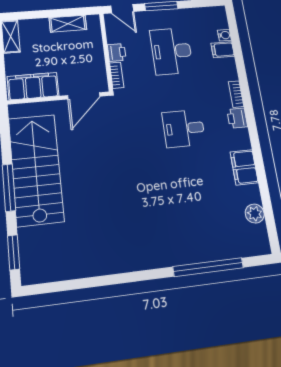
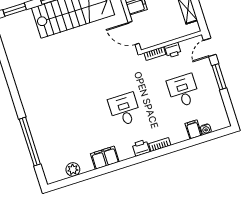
desk: (171, 51) -> (183, 91), width x0.73

